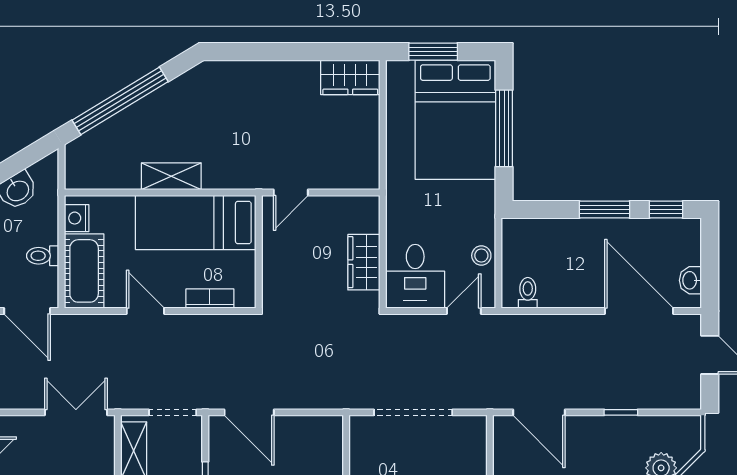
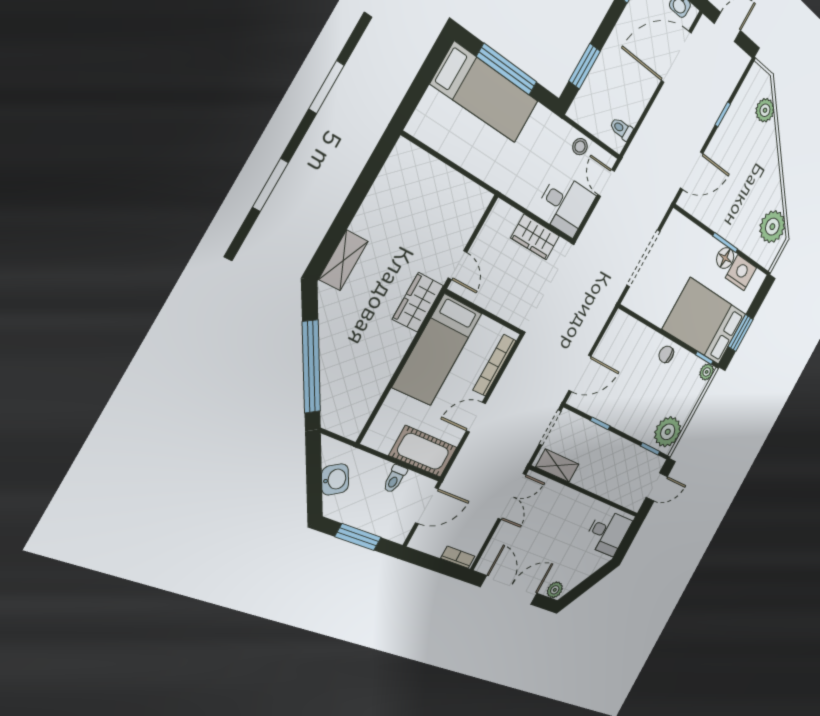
window: (433, 52) -> (419, 87), removed
wardrobe: (350, 77) -> (418, 302), moved, turned 180
bed: (455, 120) -> (485, 93), width x0.67
shelving: (171, 176) -> (343, 260), moved
window: (605, 209) -> (585, 66), moved
nightstand: (77, 218) -> (382, 441), removed
bookcase: (210, 299) -> (495, 365), width x1.56
double door: (76, 412) -> (512, 496), swing flipped

